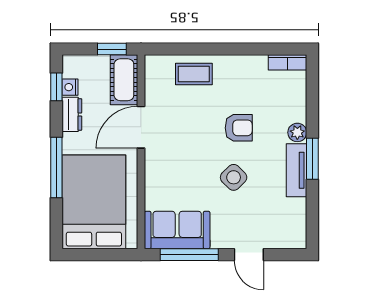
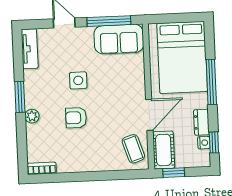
coffee table: (194, 74) -> (133, 149), moved, turned 72
tv unit: (296, 170) -> (30, 49), moved
side table: (234, 177) -> (78, 80), turned 45

